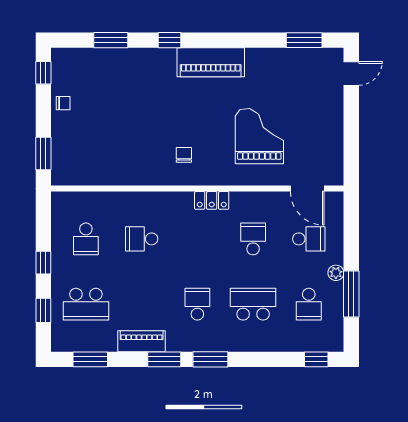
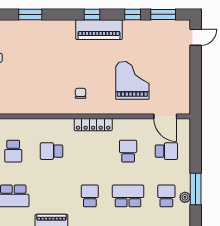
window: (170, 40) -> (92, 14), moved
window: (260, 40) -> (133, 14), added
locker: (212, 200) -> (93, 125), width x1.53
plant: (336, 273) -> (185, 197), moved
school desk: (309, 304) -> (166, 196), turned 180

